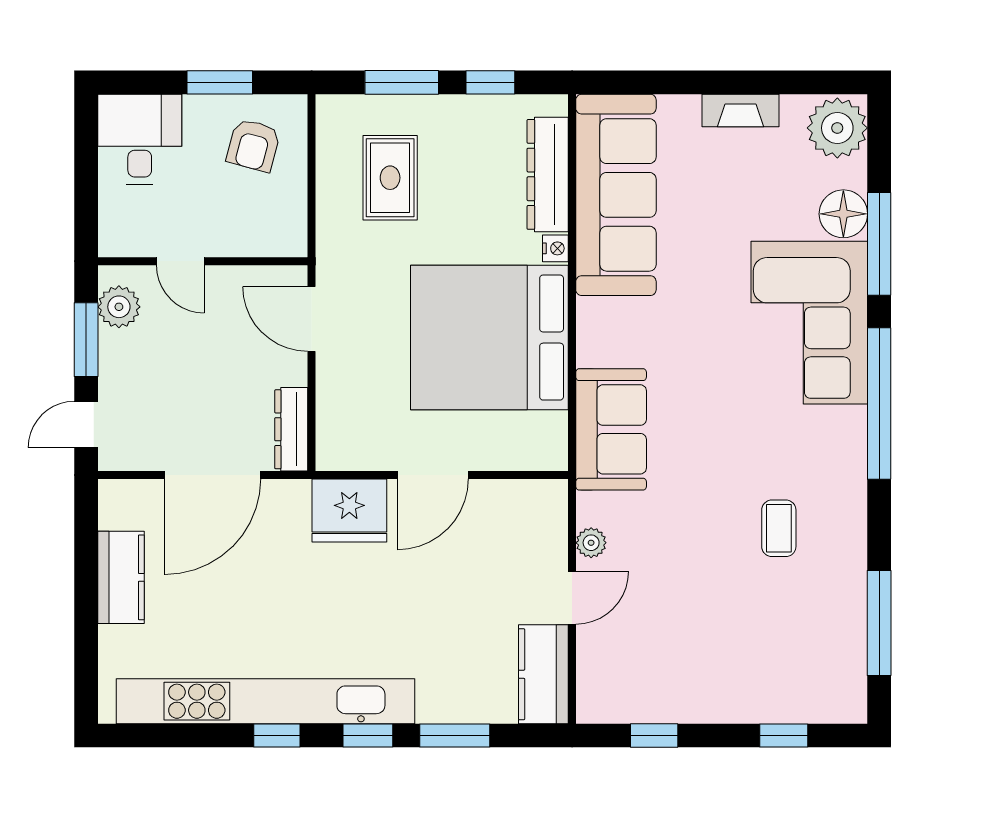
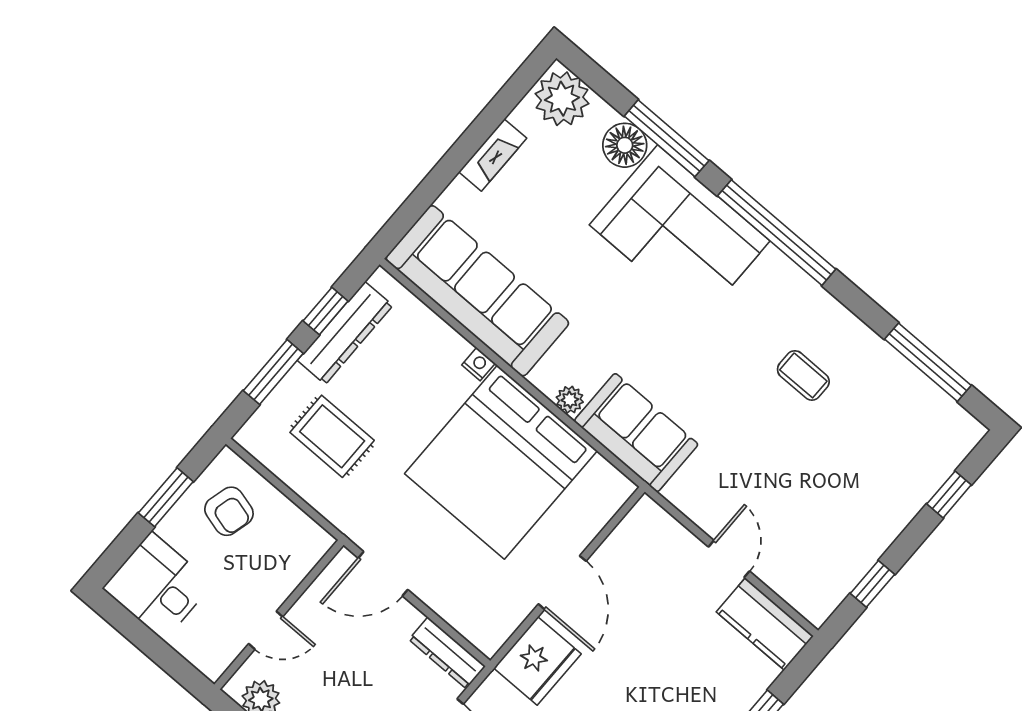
dresser: (548, 174) -> (345, 333), moved, turned -90
plant: (591, 543) -> (570, 400), moved

